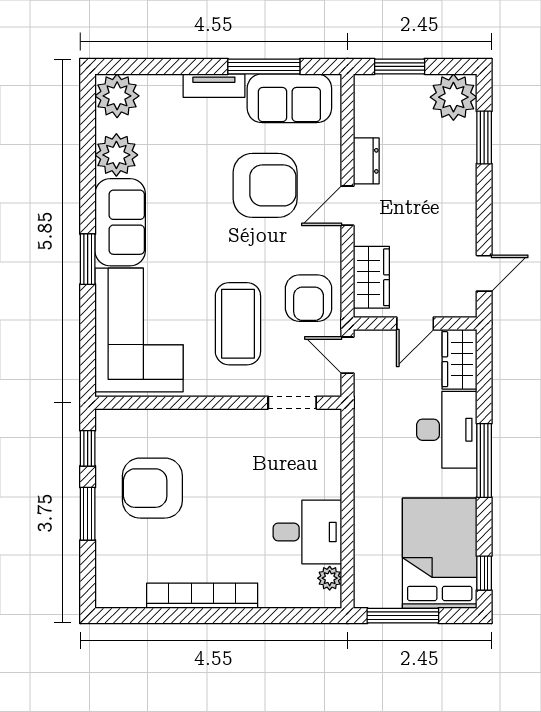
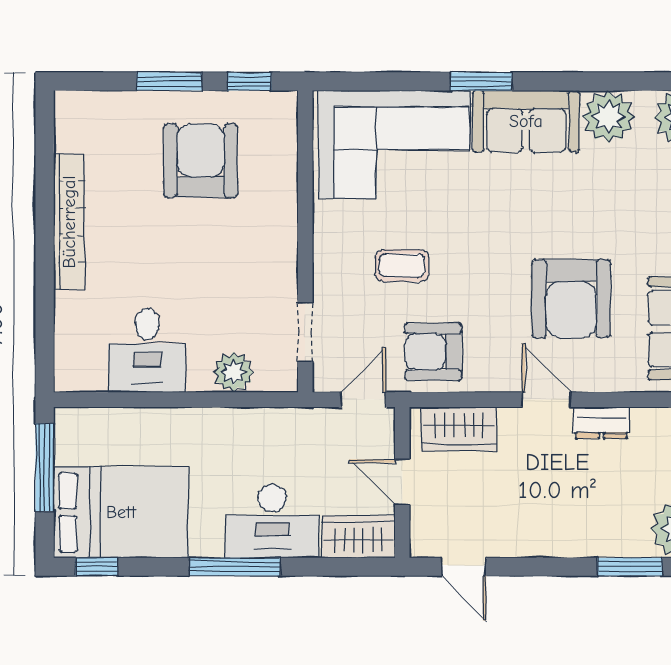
coffee table: (238, 324) -> (402, 265), width x0.54, depth x0.58
plant: (330, 578) -> (233, 372), moved, width x1.38, depth x1.38

